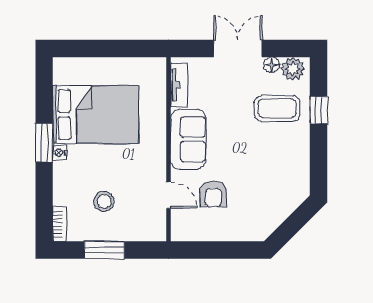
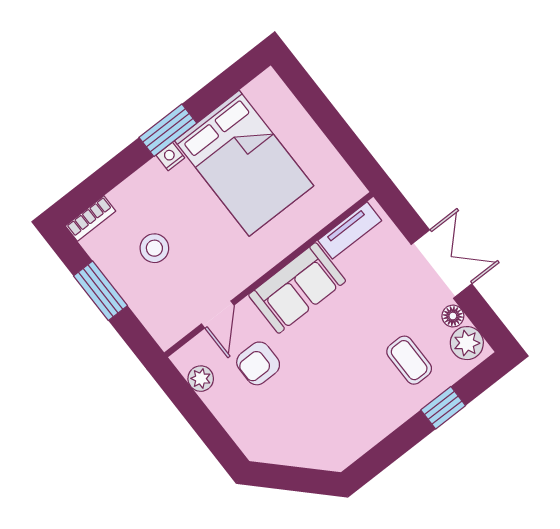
coffee table: (277, 108) -> (409, 360), width x0.73, depth x0.77
plant: (197, 232) -> (201, 379), added

